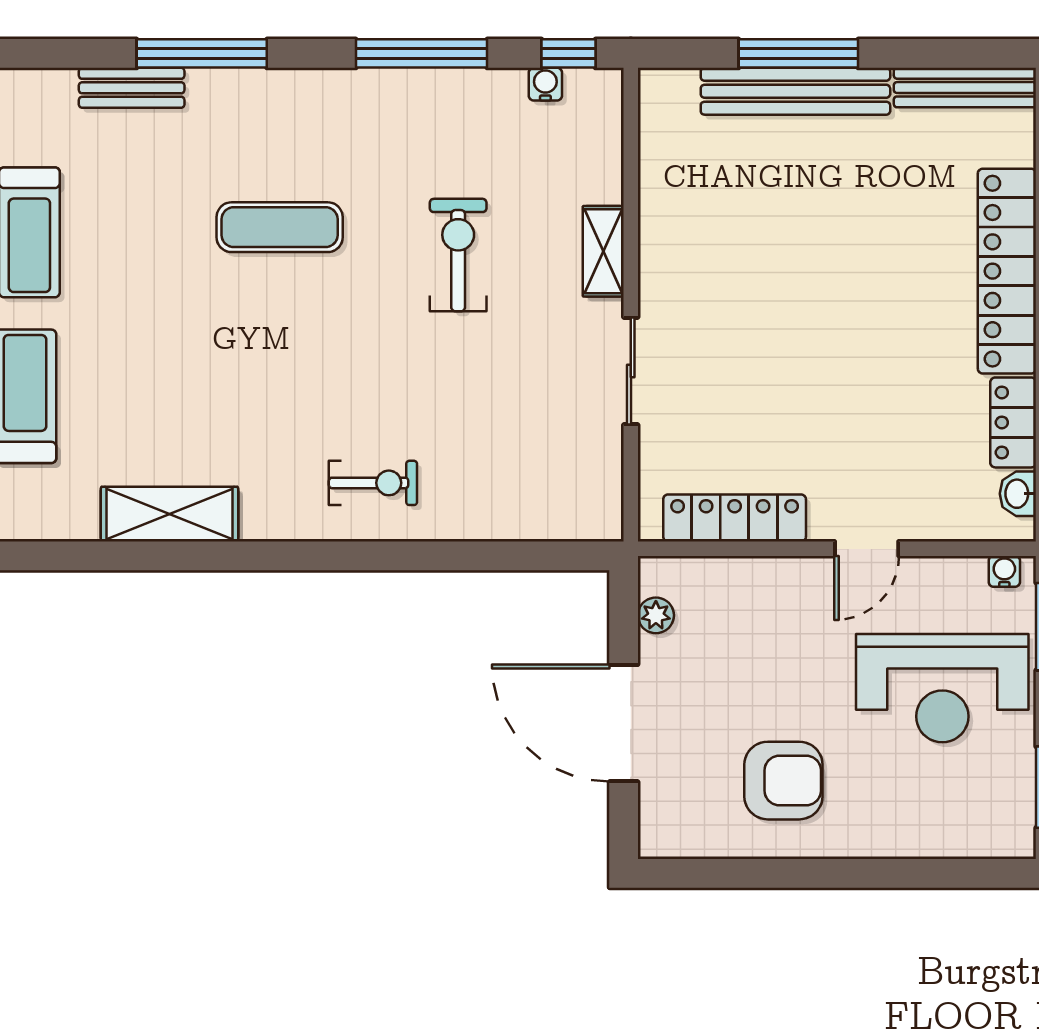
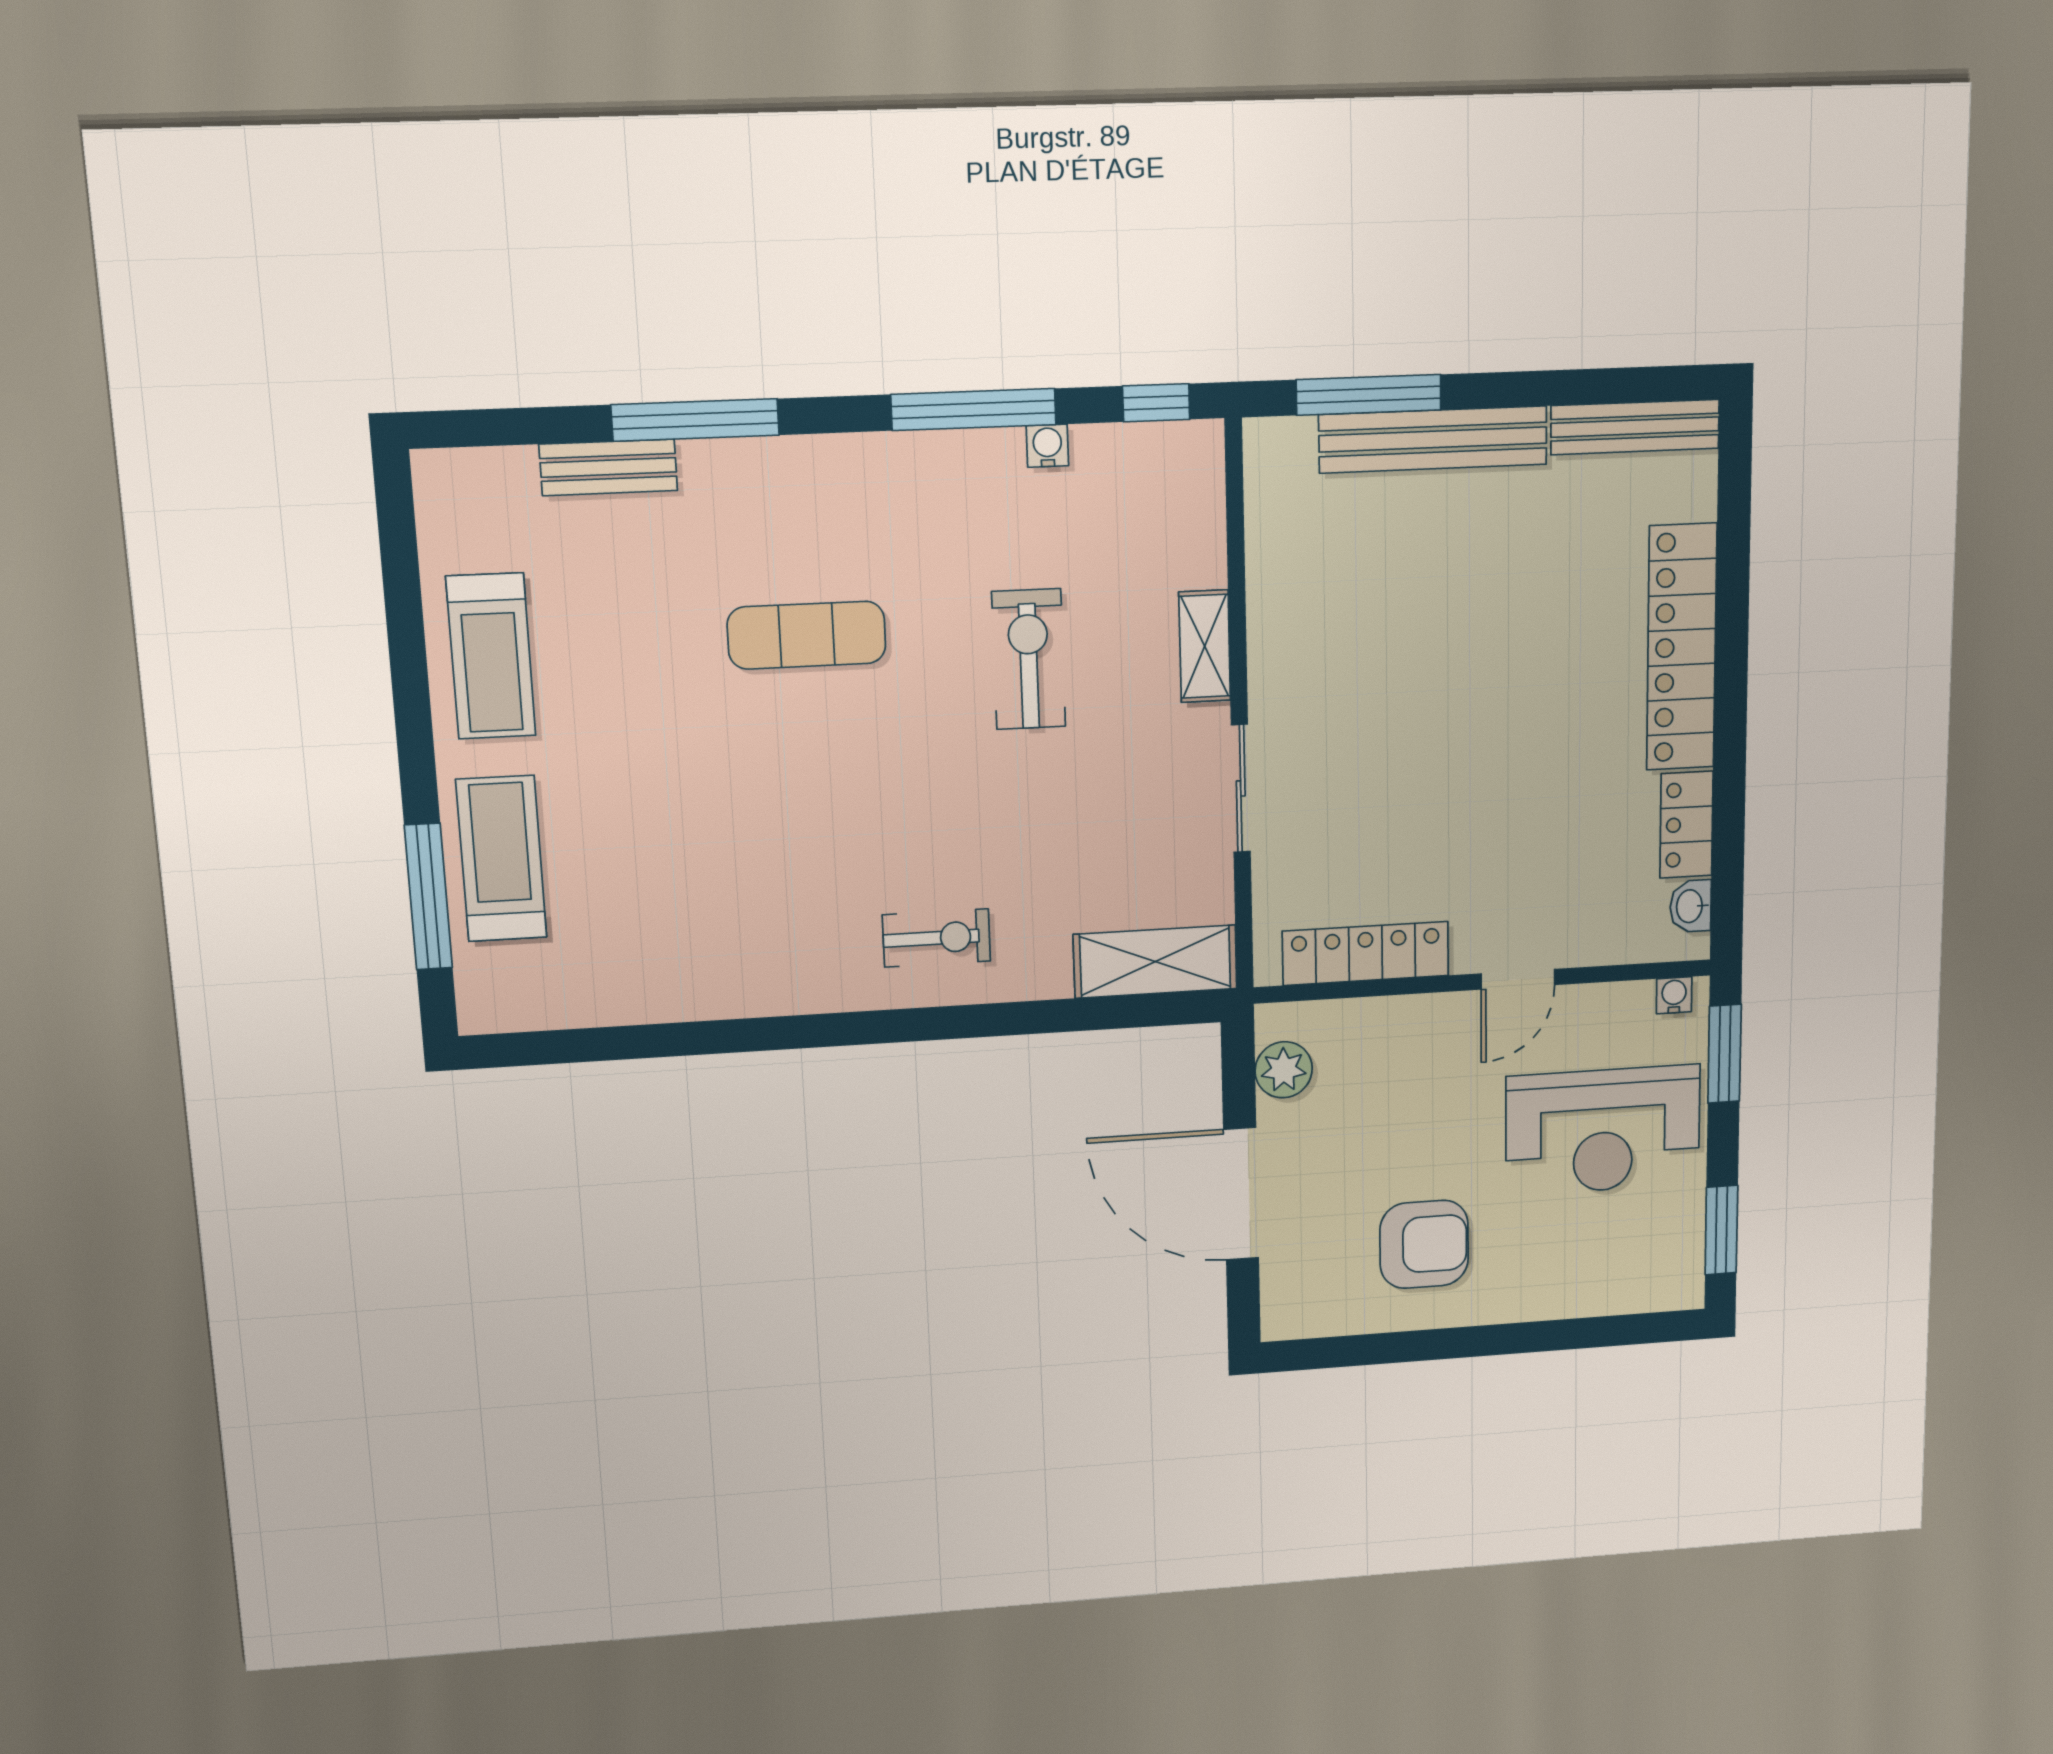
window: (798, 53) -> (1369, 395), moved
water cooler: (545, 84) -> (1047, 446), moved
shelving: (169, 514) -> (1155, 962), moved
plant: (656, 615) -> (1284, 1070), width x1.38, depth x1.38

